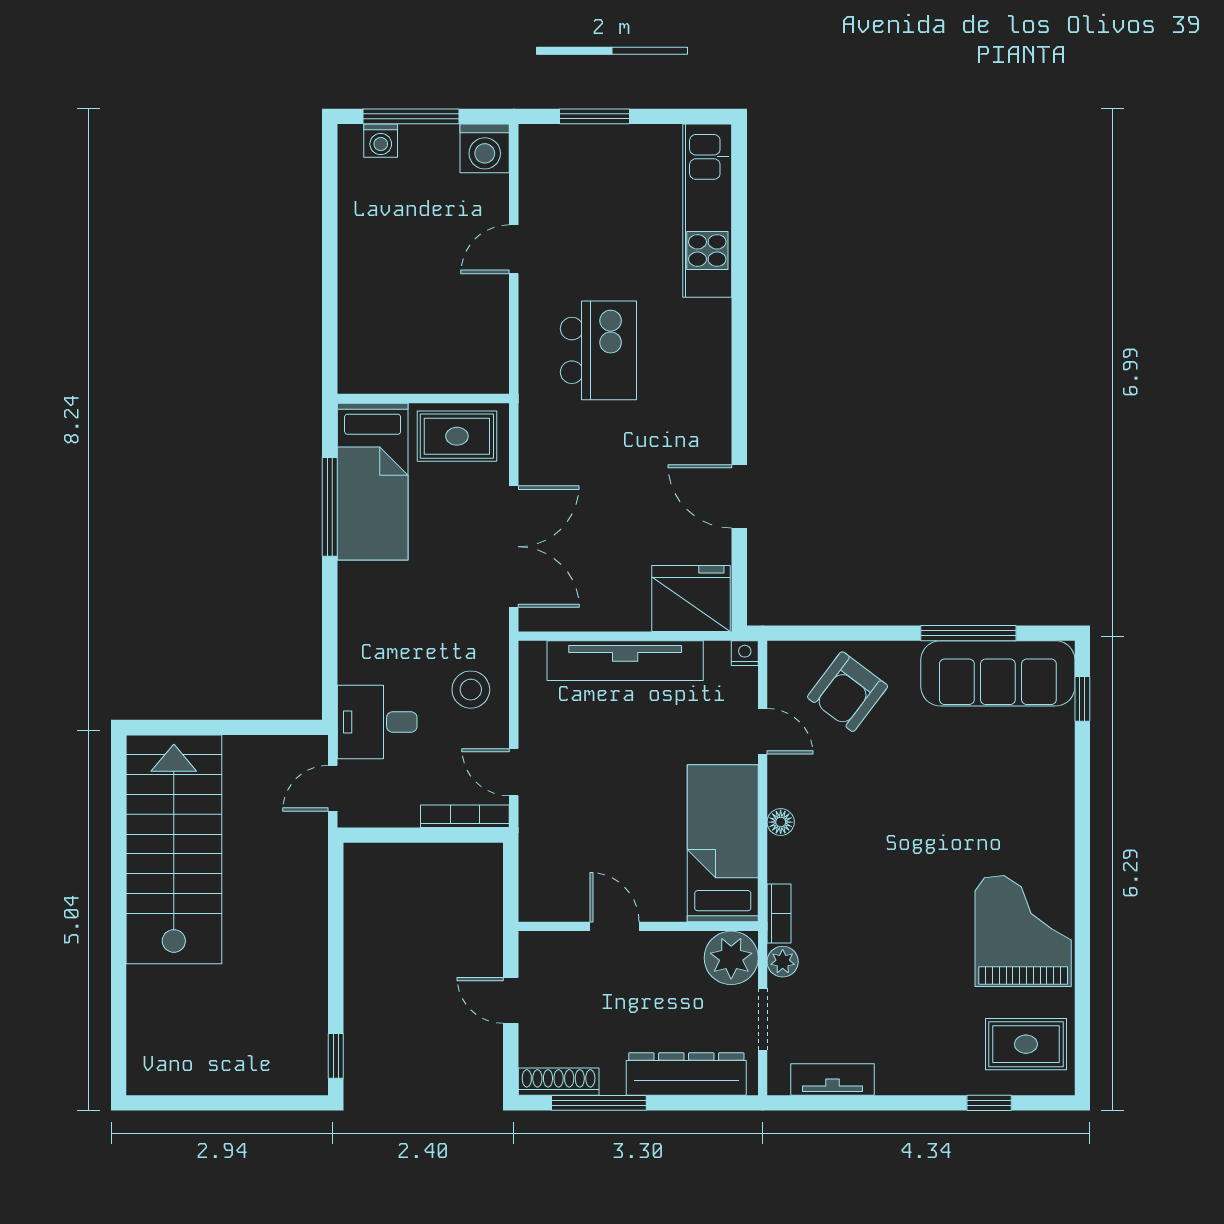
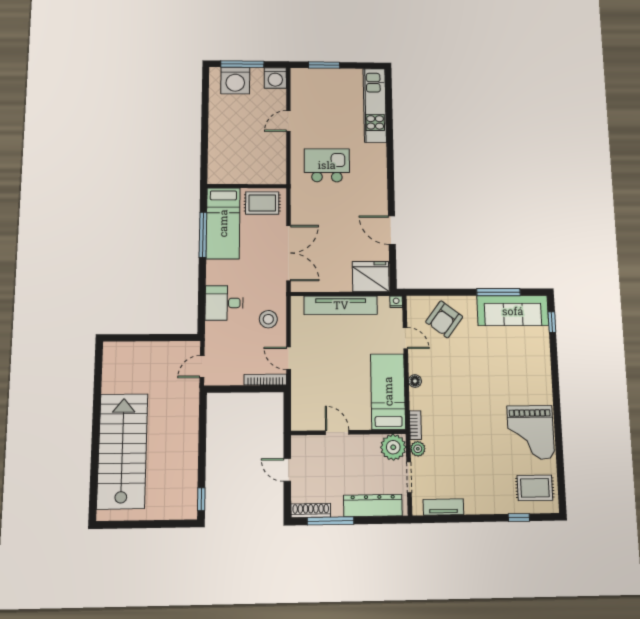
washing machine: (381, 141) -> (235, 81), width x1.89, depth x1.89
kitchen island: (598, 350) -> (327, 165), turned -90
desk: (377, 722) -> (224, 303), moved
stairs: (174, 849) -> (122, 451), moved
grand piano: (1023, 931) -> (531, 432), turned 180

